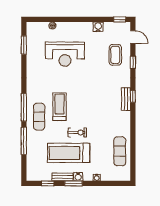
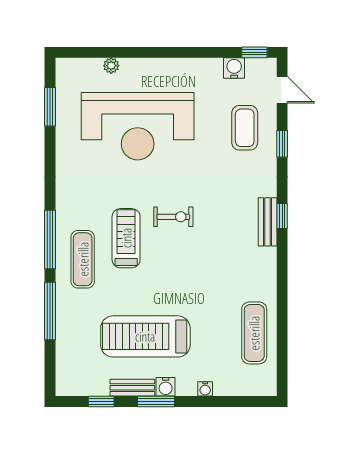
water cooler: (98, 27) -> (234, 68), moved
reception desk: (65, 54) -> (138, 126), width x1.36, depth x1.30
exercise bike: (77, 132) -> (173, 217), moved

